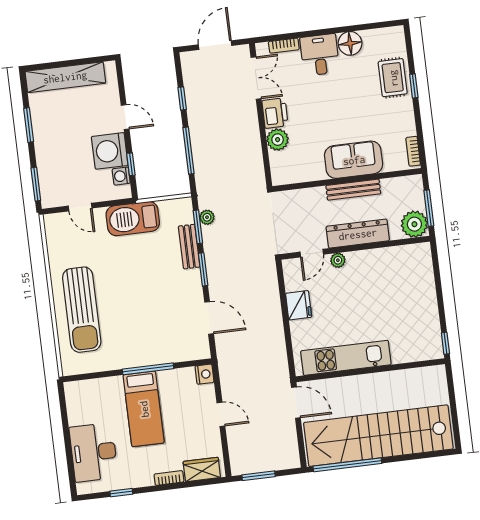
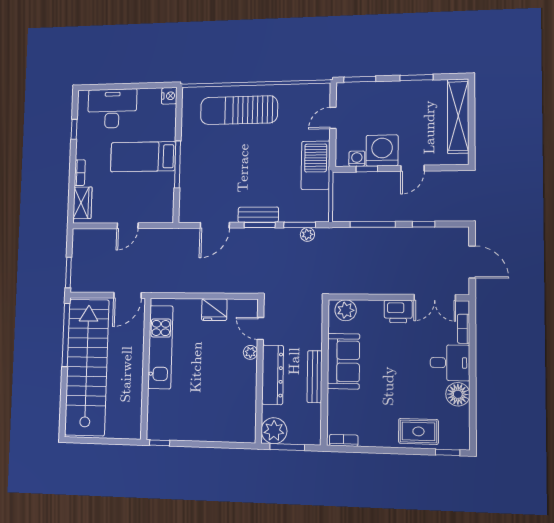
window: (414, 86) -> (447, 452), moved
plant: (278, 140) -> (346, 310), moved
sofa: (354, 160) -> (343, 361), moved
bench: (189, 247) -> (258, 215), moved
nightstand: (204, 374) -> (169, 96), moved, turned -90
window: (259, 476) -> (68, 272), moved

